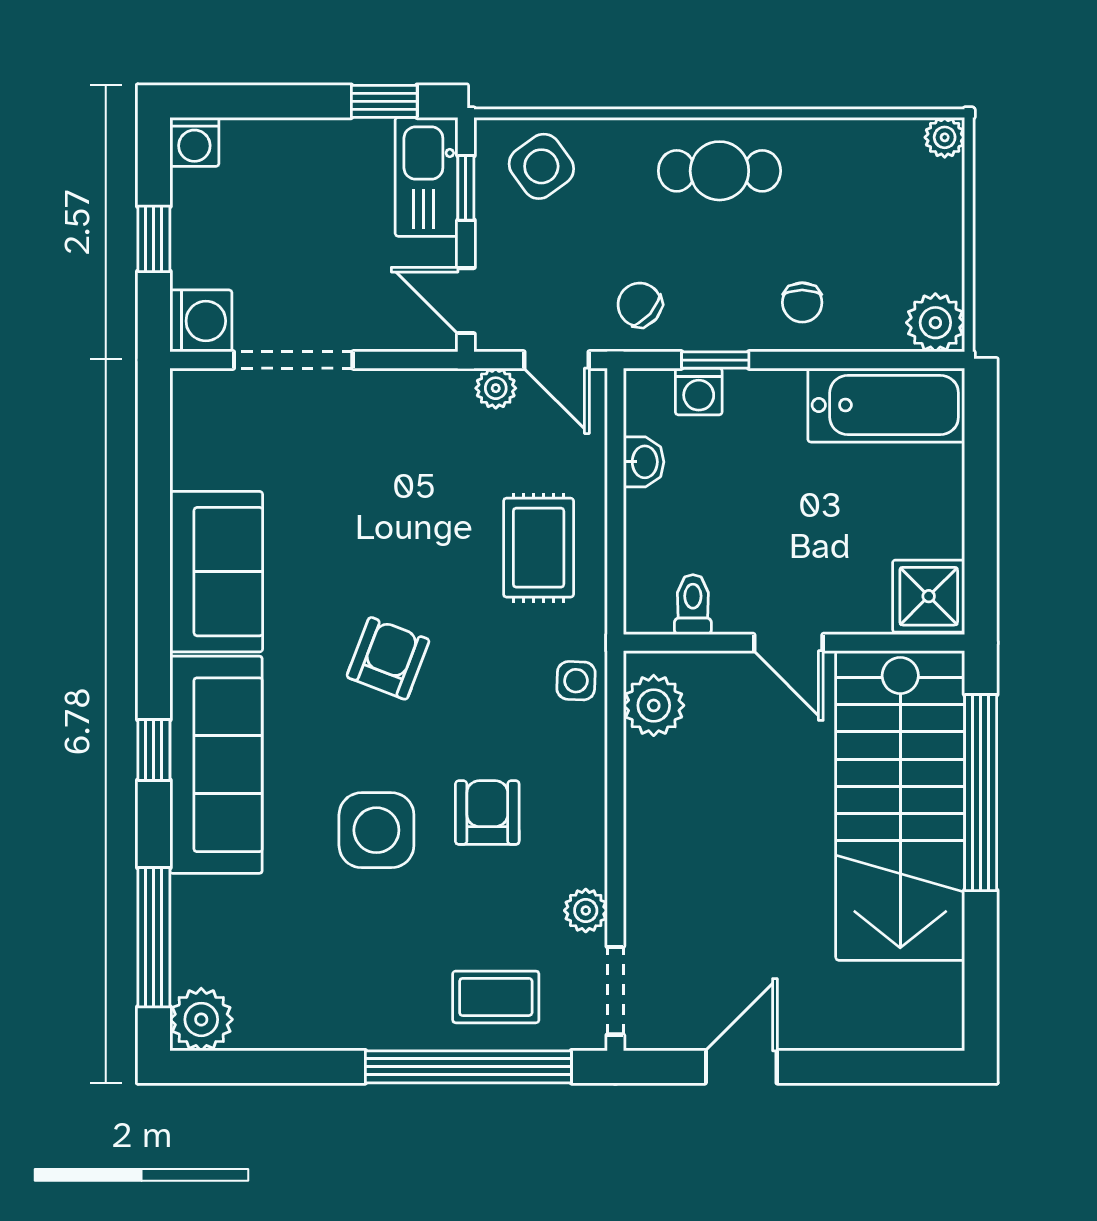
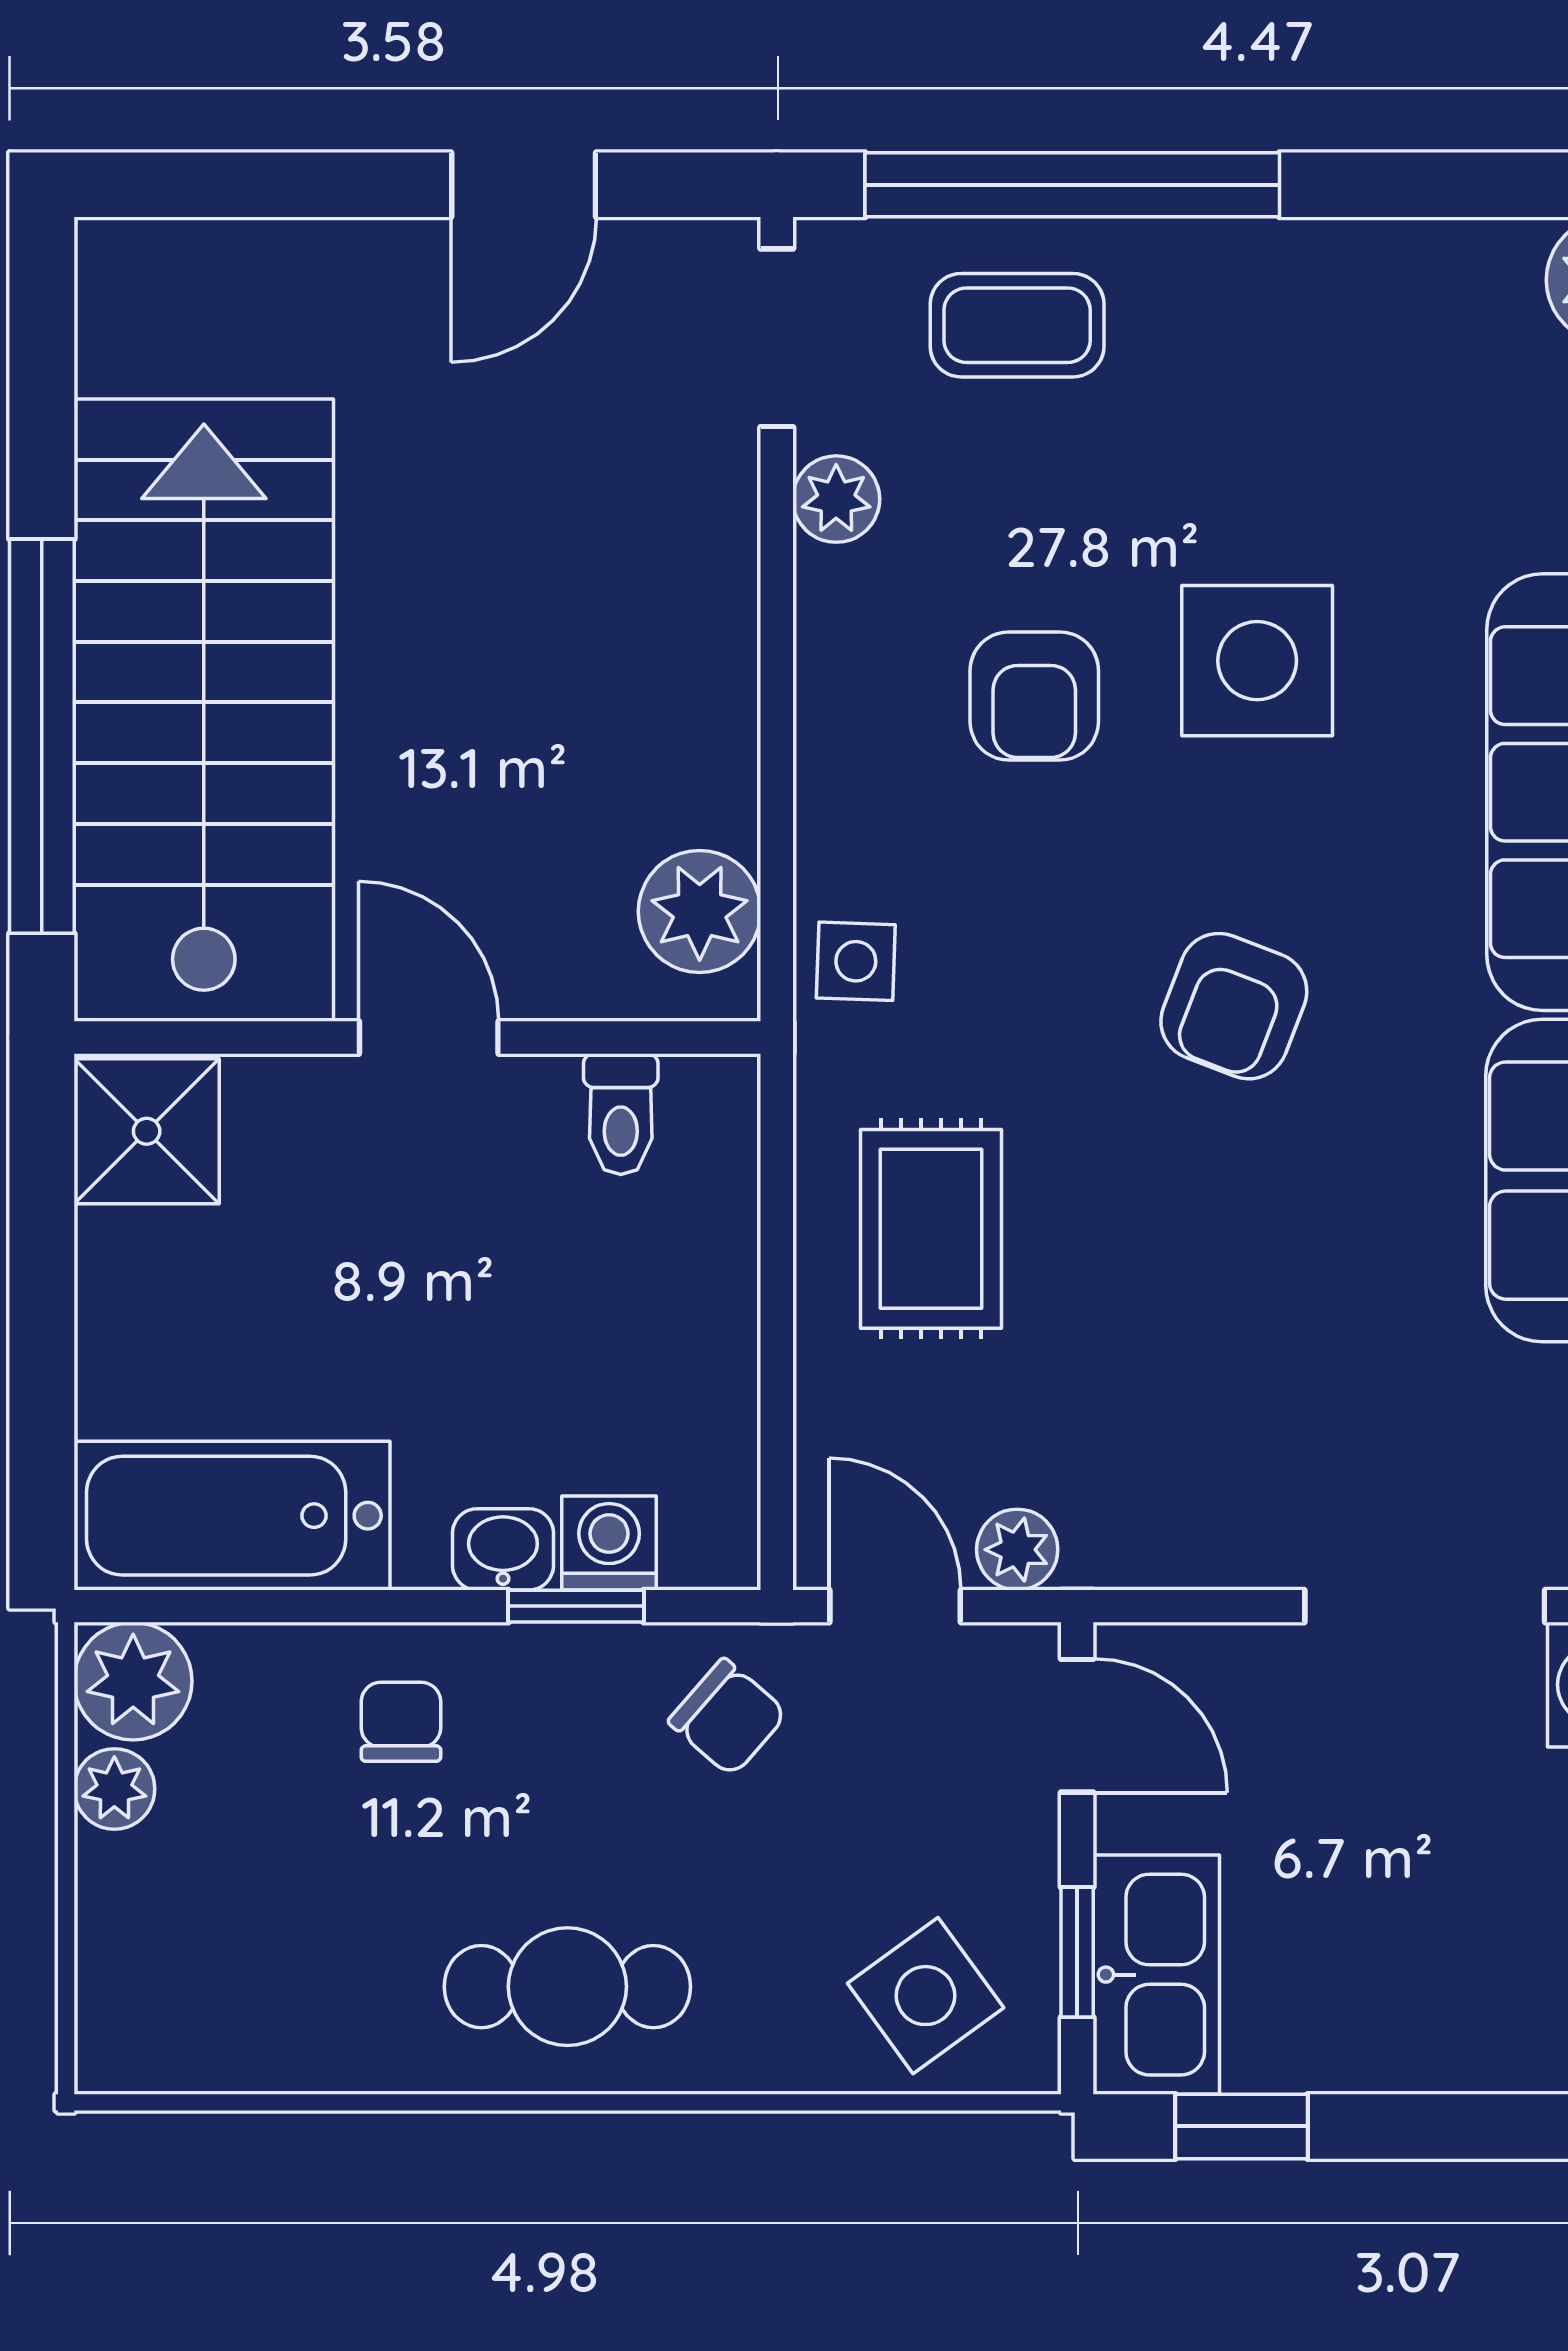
plant: (945, 137) -> (114, 1789), moved
washbasin: (644, 462) -> (503, 1549), moved, turned 90

